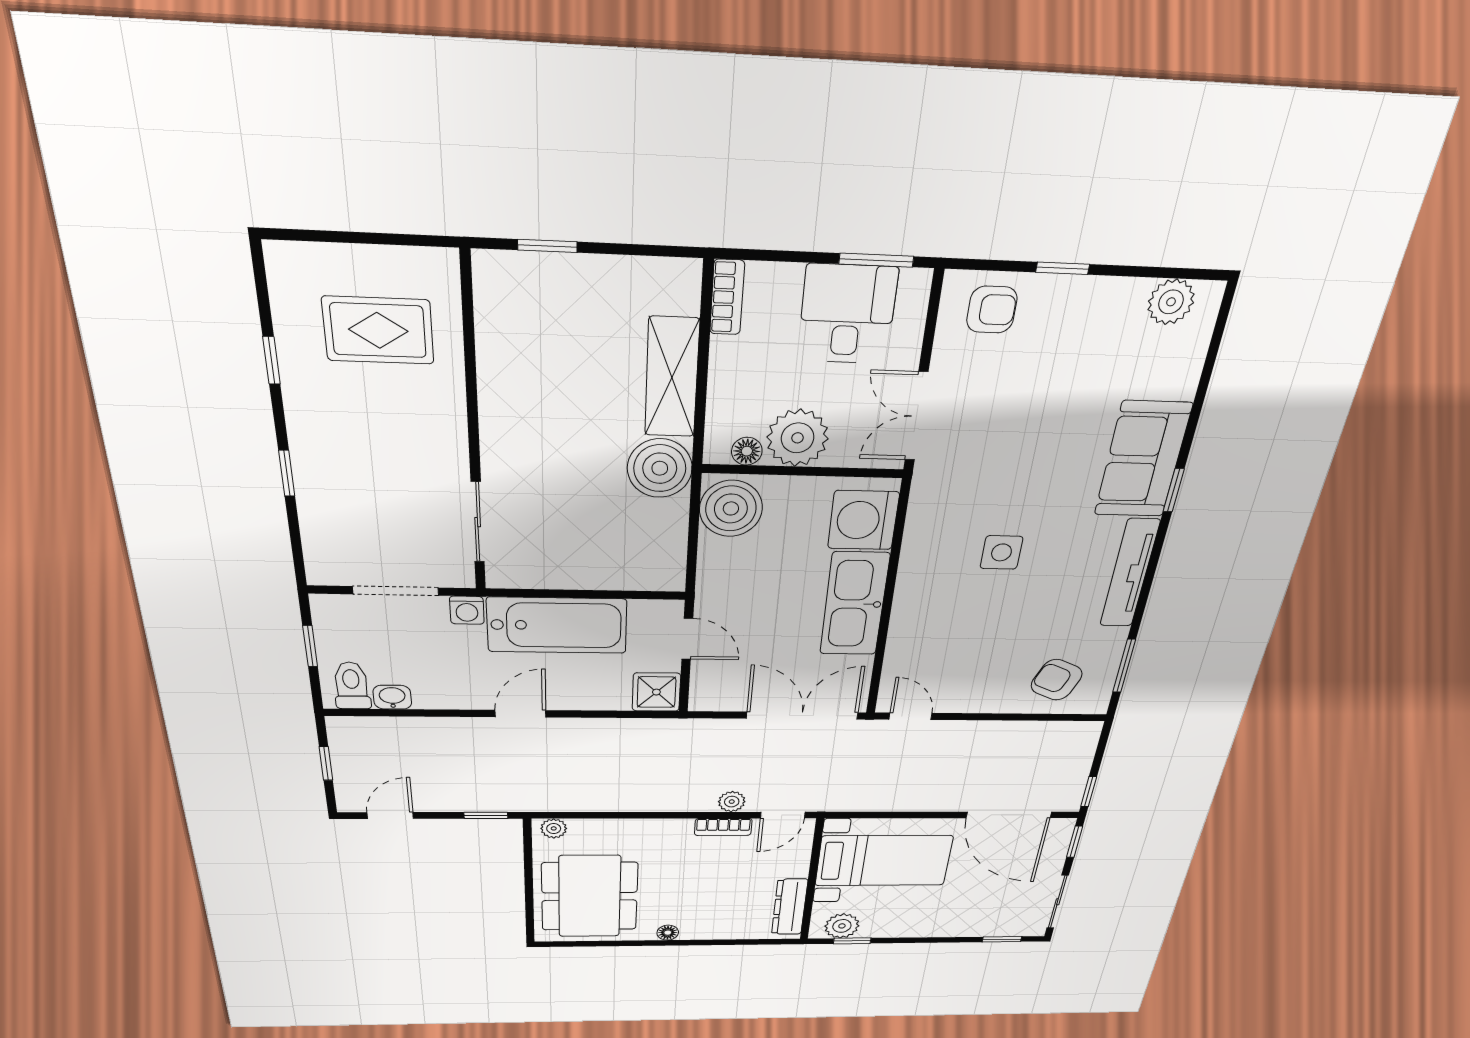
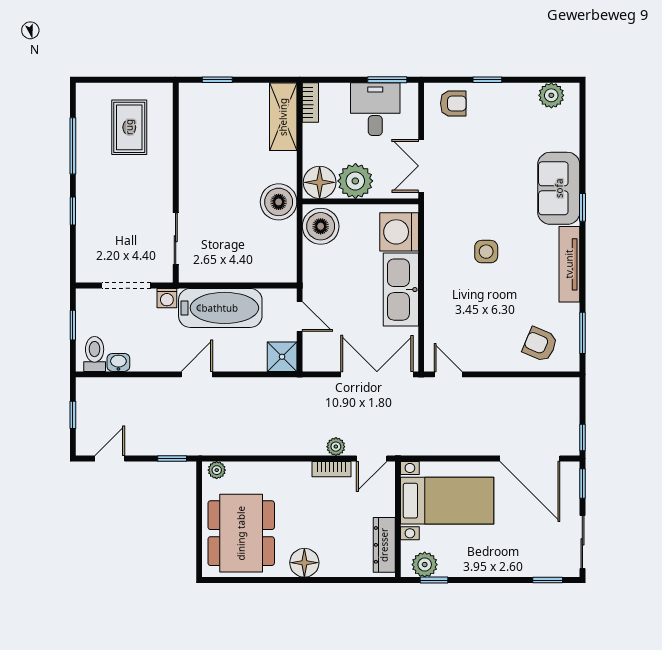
rug: (378, 330) -> (129, 127), turned 90
window: (271, 360) -> (73, 146), width x2.17
shelving: (672, 378) -> (283, 117), moved
floor lamp: (747, 451) -> (320, 182), width x1.89, depth x1.89
floor lamp: (668, 933) -> (304, 563), width x1.89, depth x1.89

